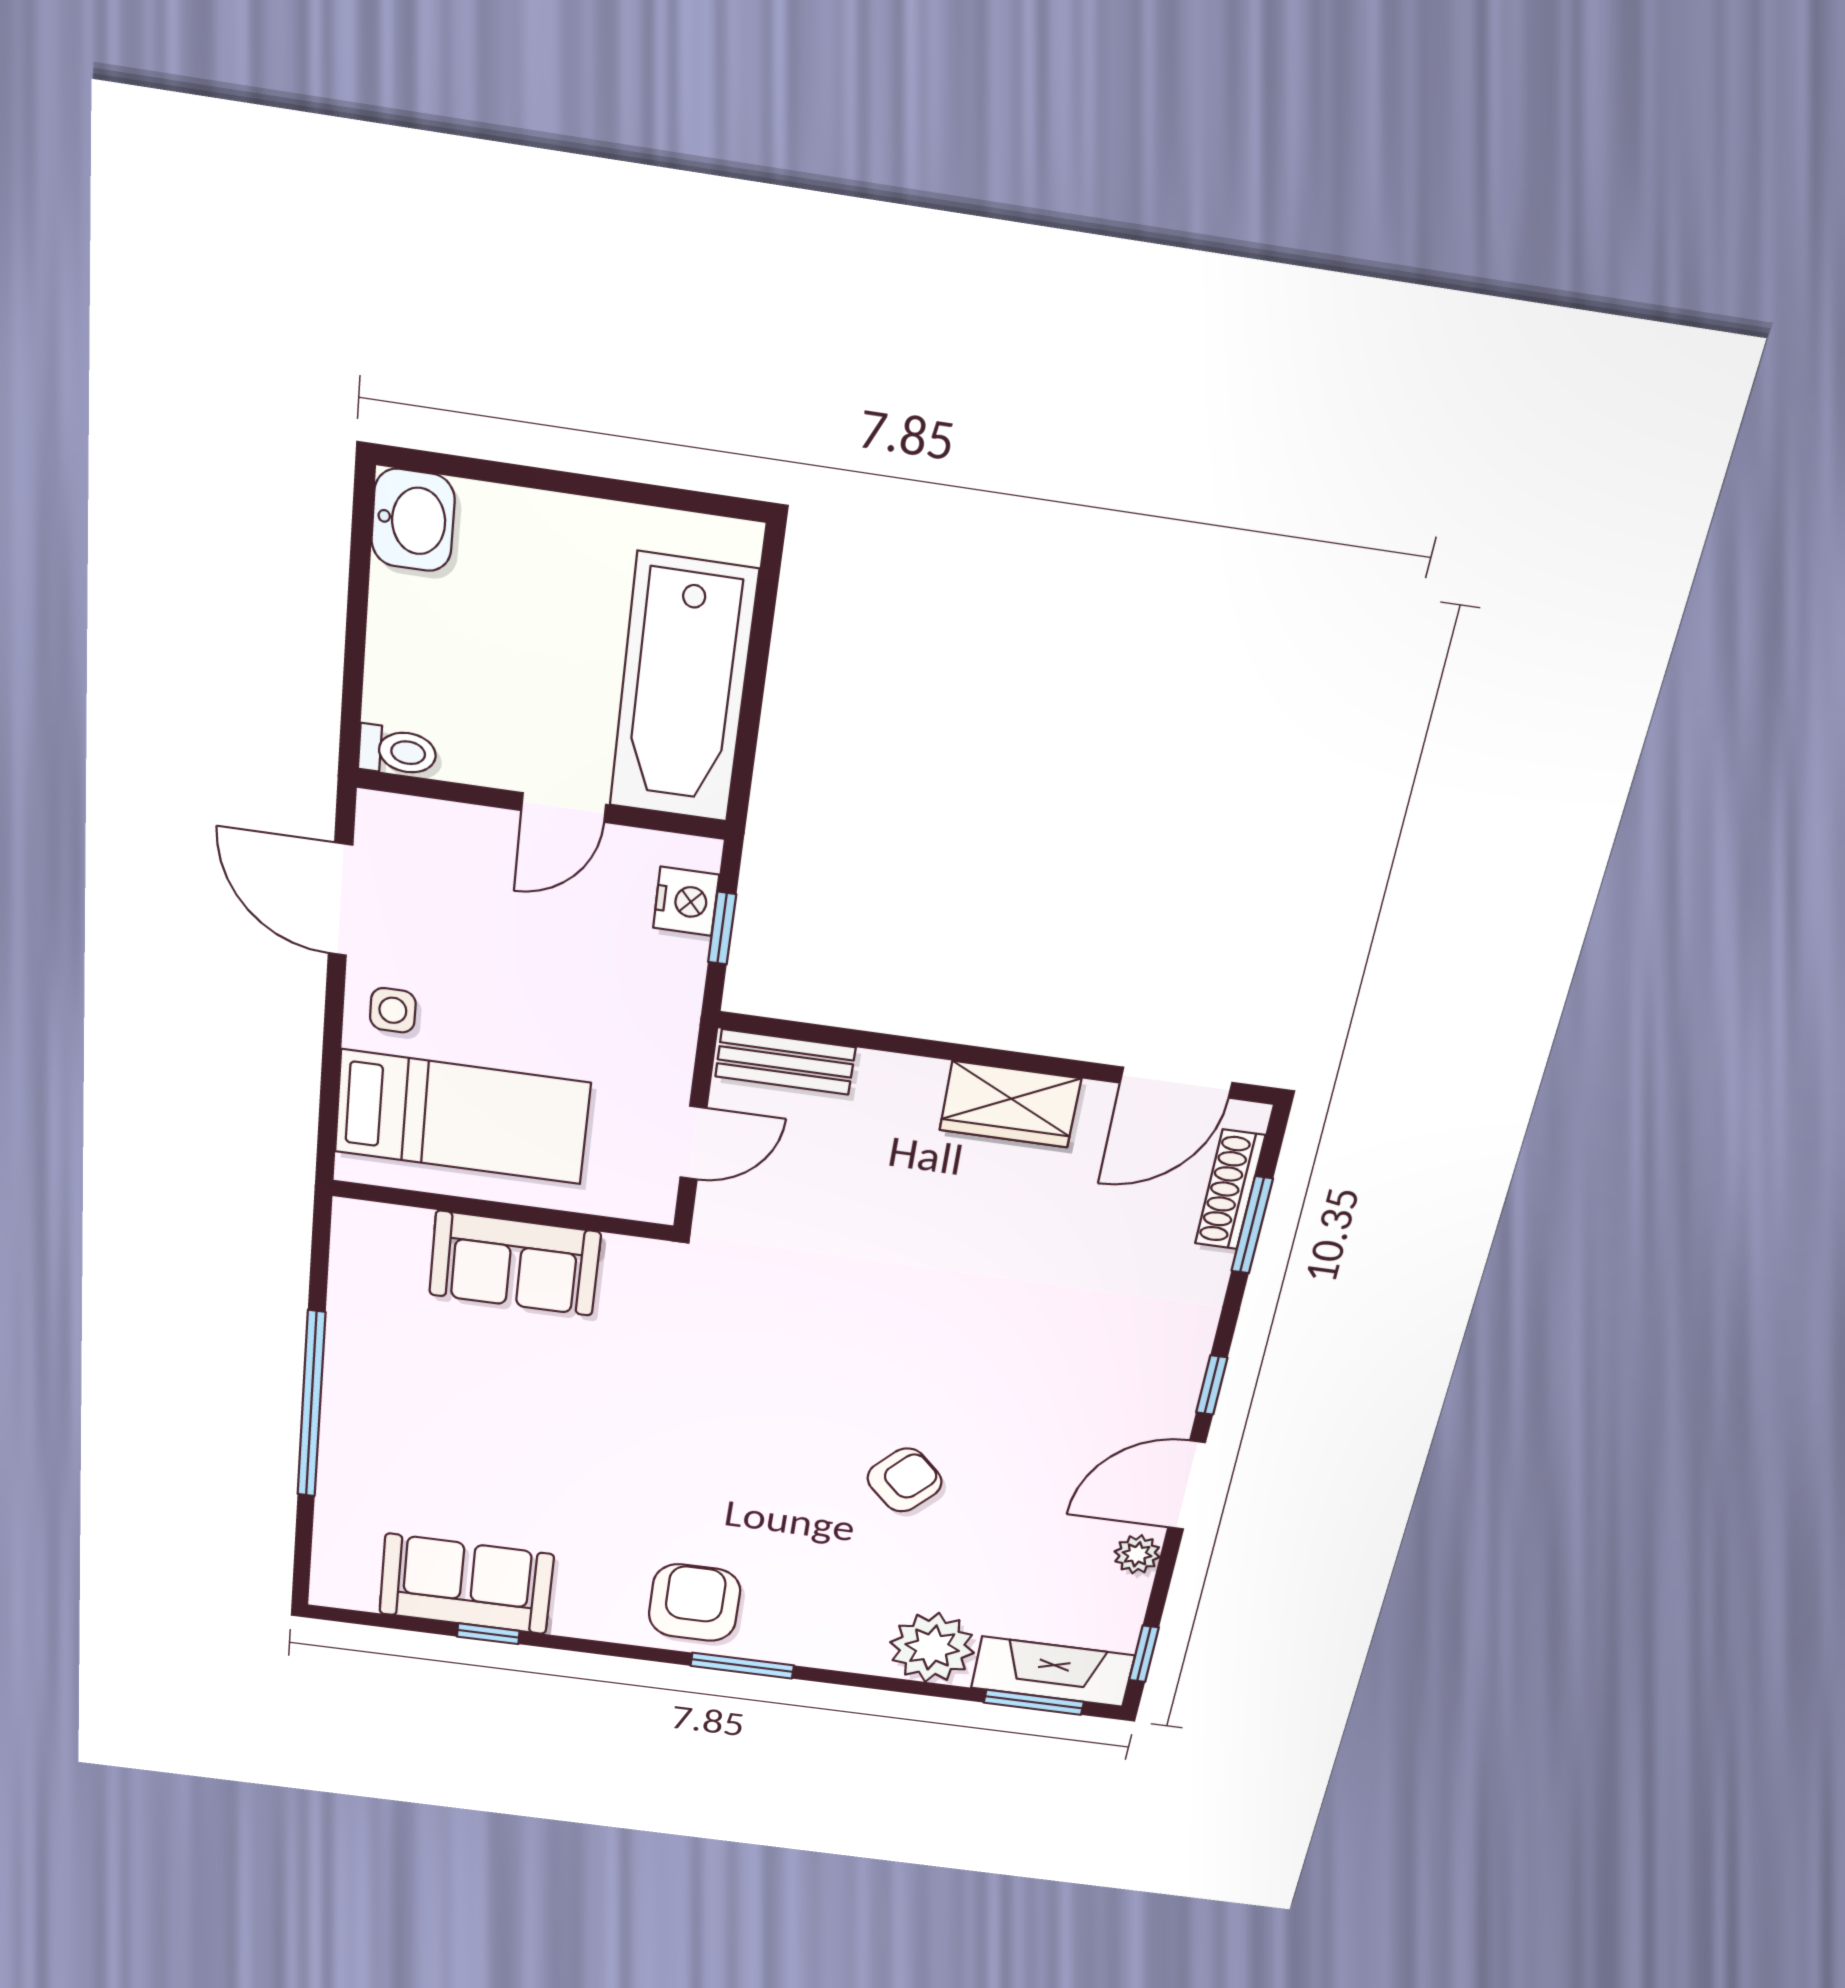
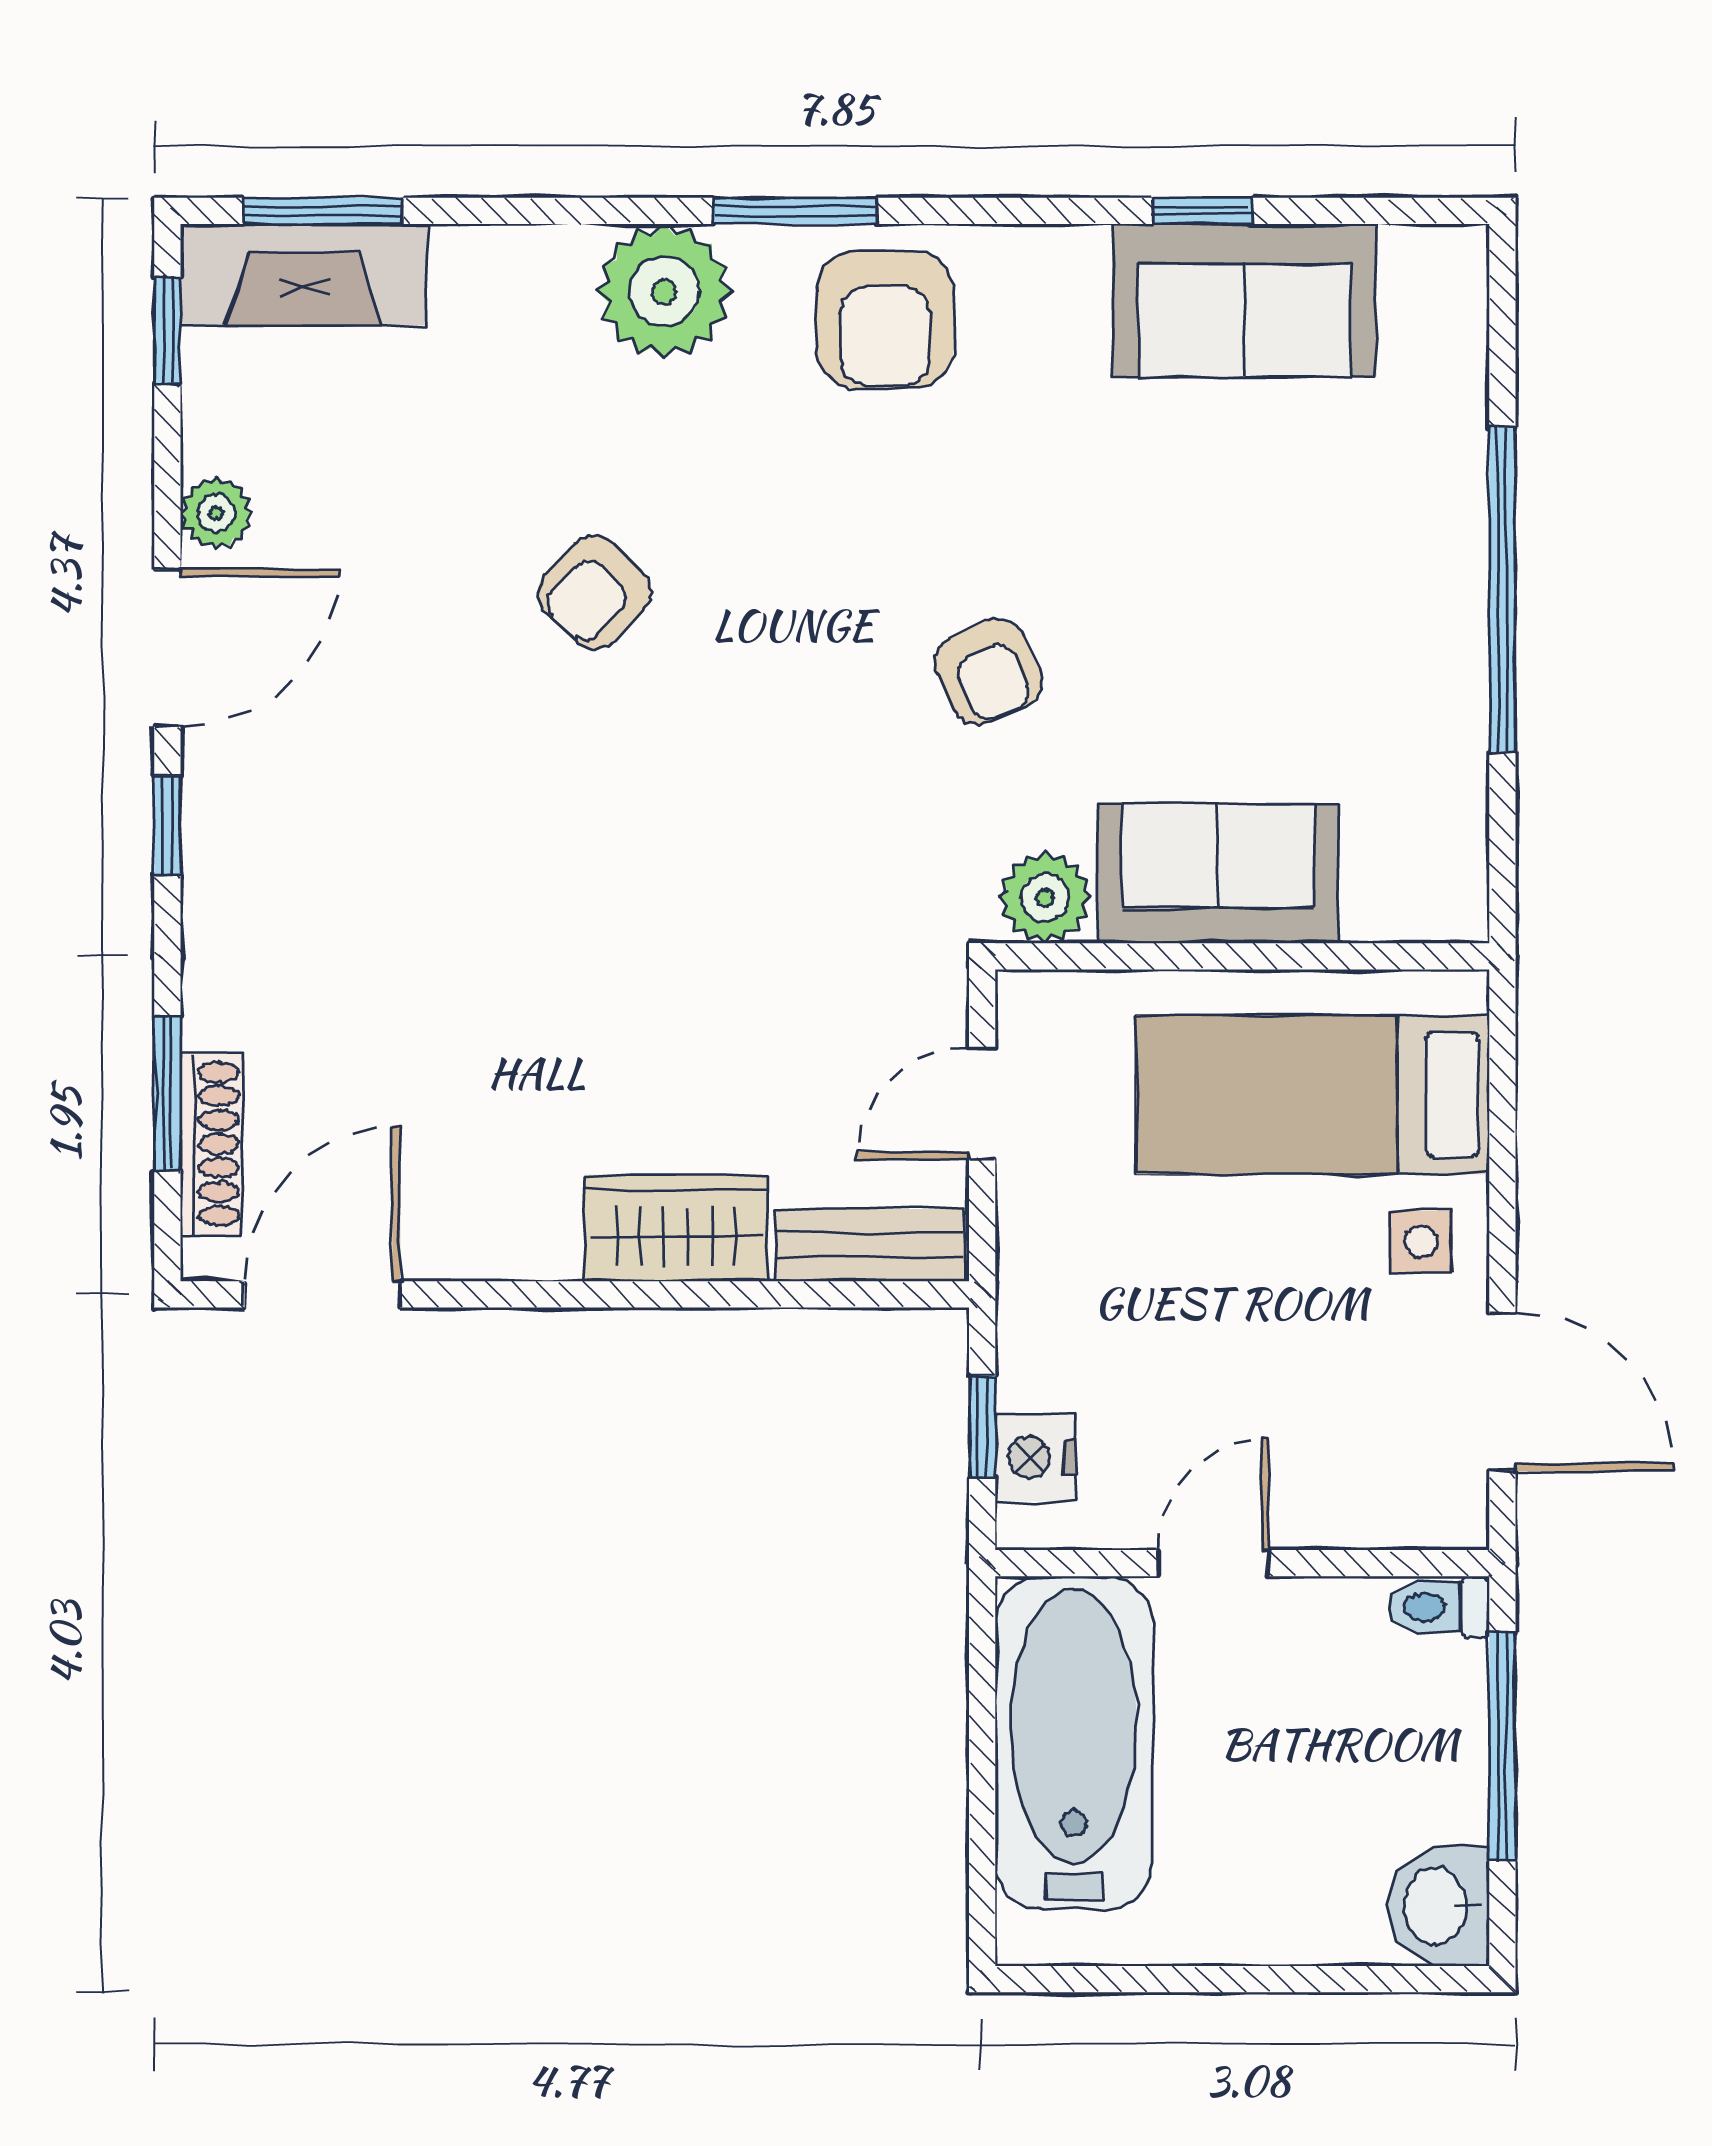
window: (355, 639) -> (1502, 1746), added
wardrobe: (1010, 1104) -> (676, 1228), moved
plant: (634, 1265) -> (1045, 898), added
armchair: (655, 1402) -> (989, 672), added
plant: (932, 1648) -> (664, 291), moved

